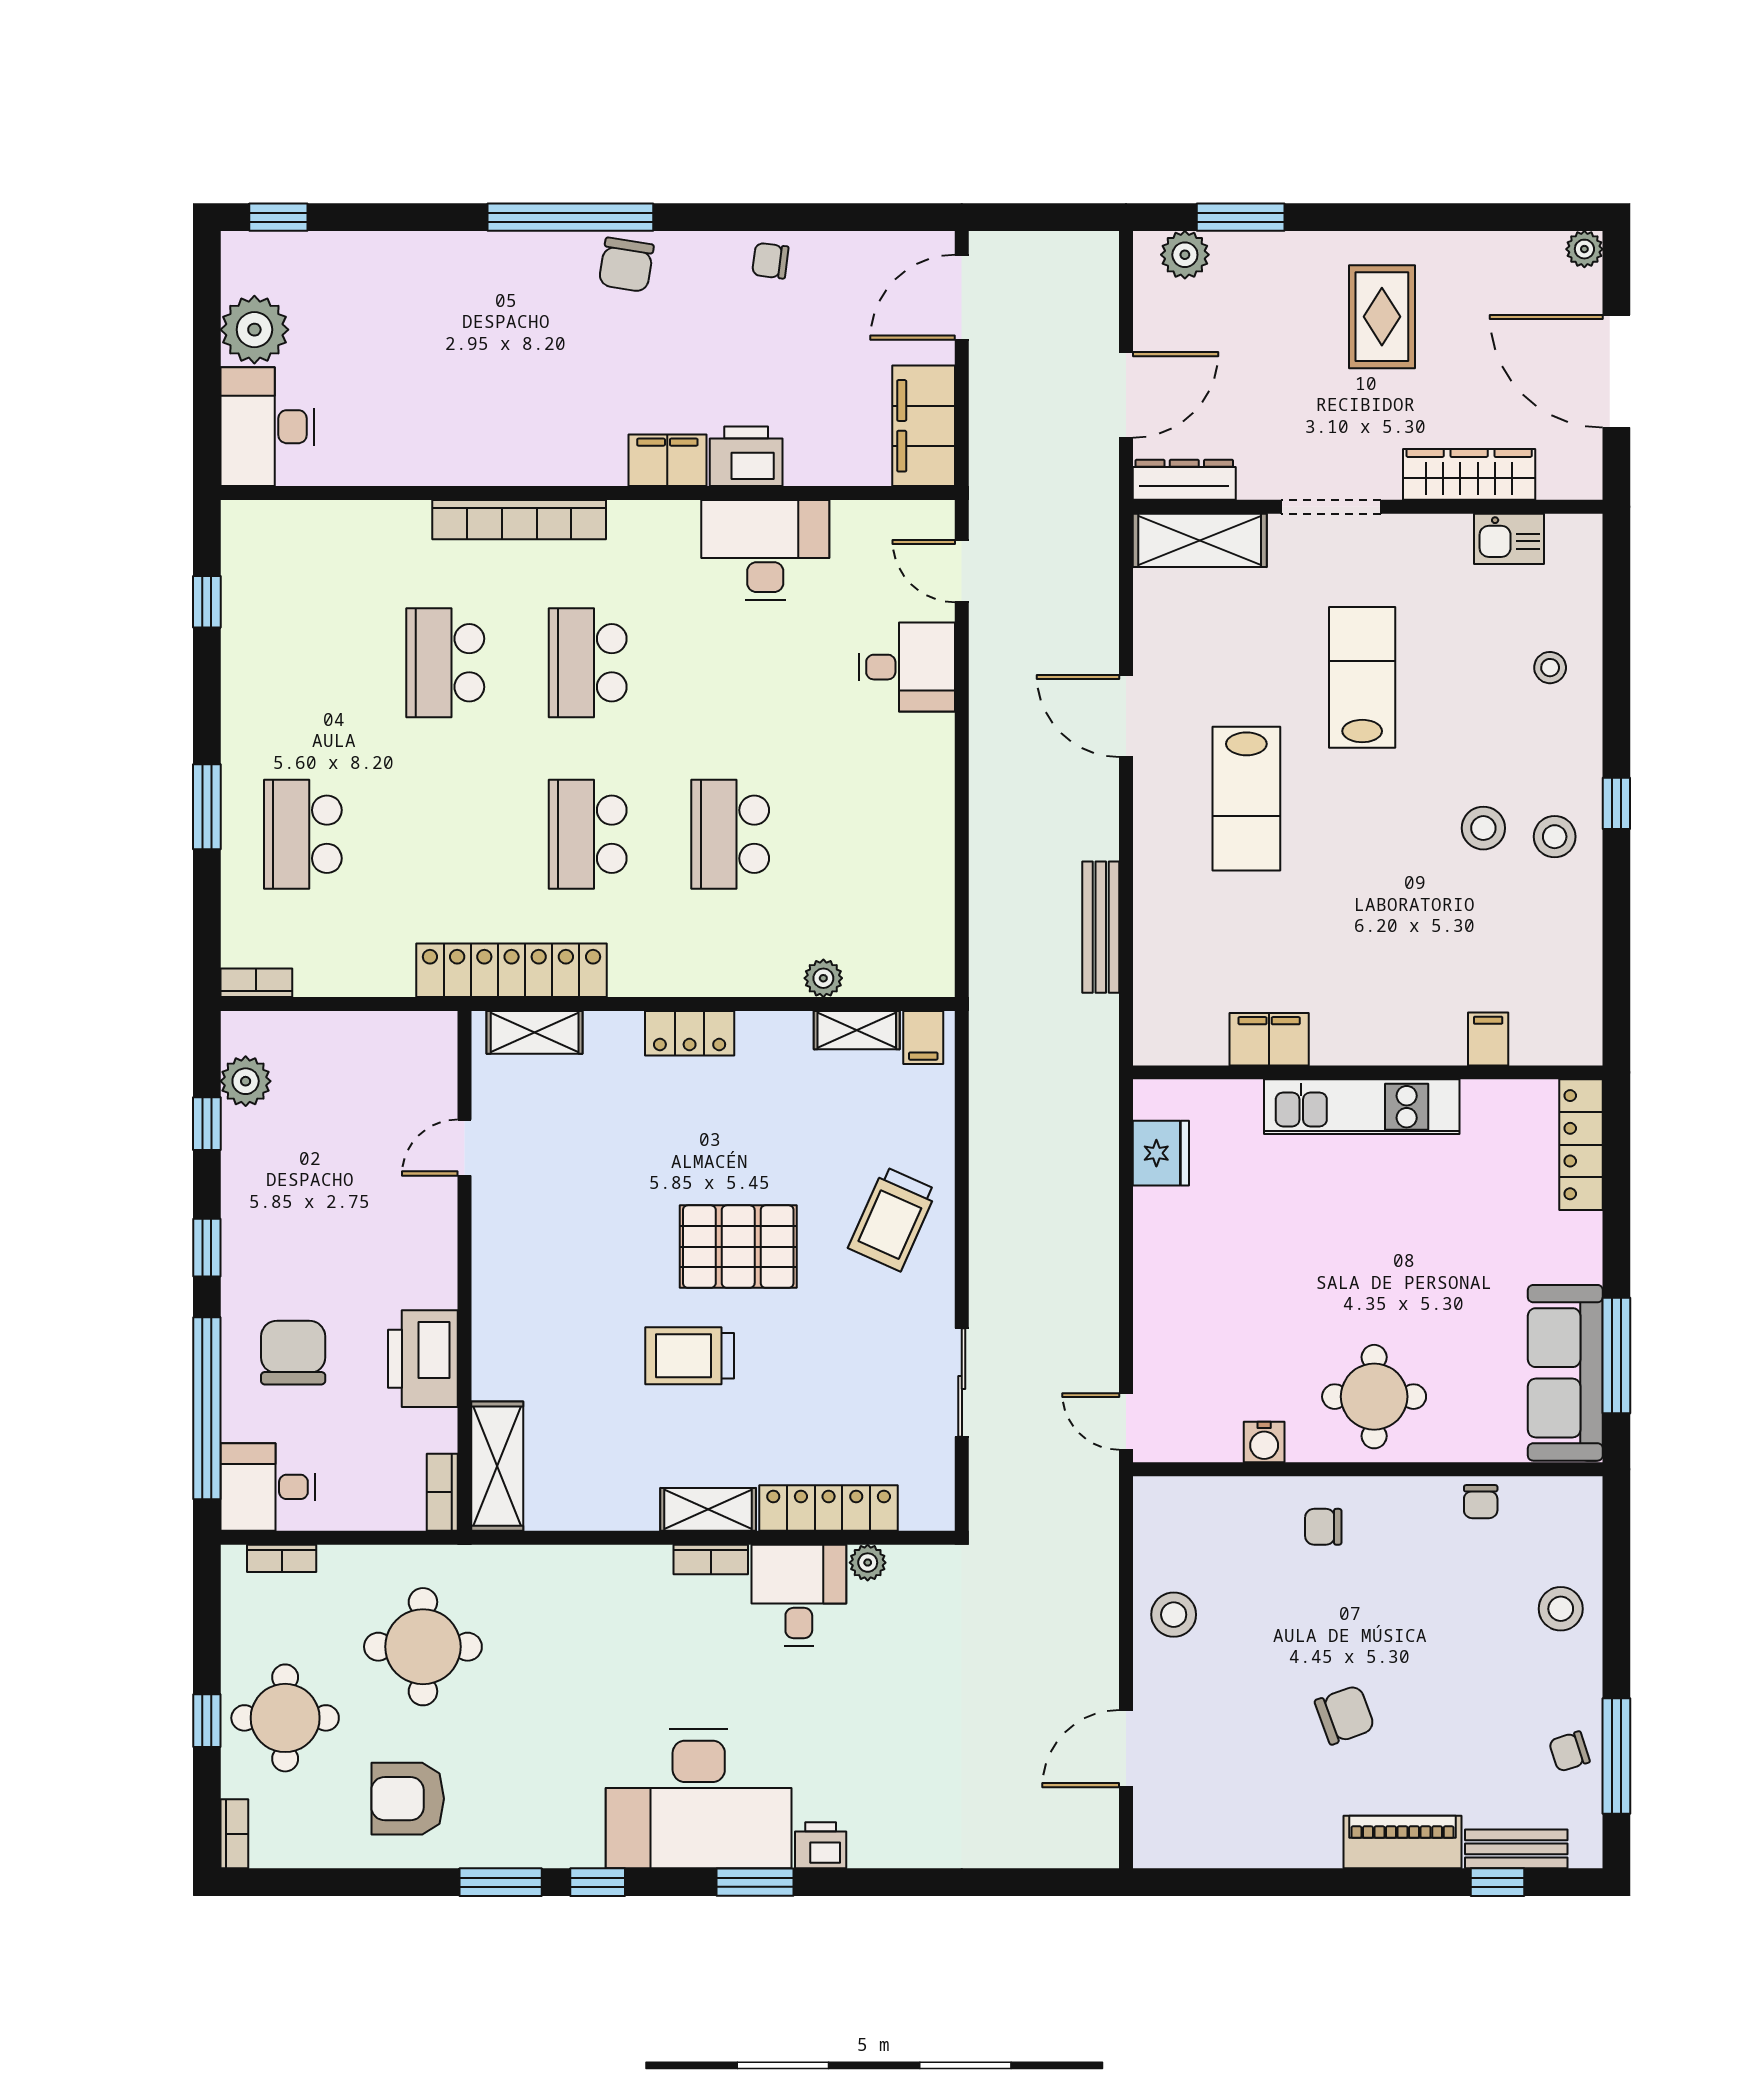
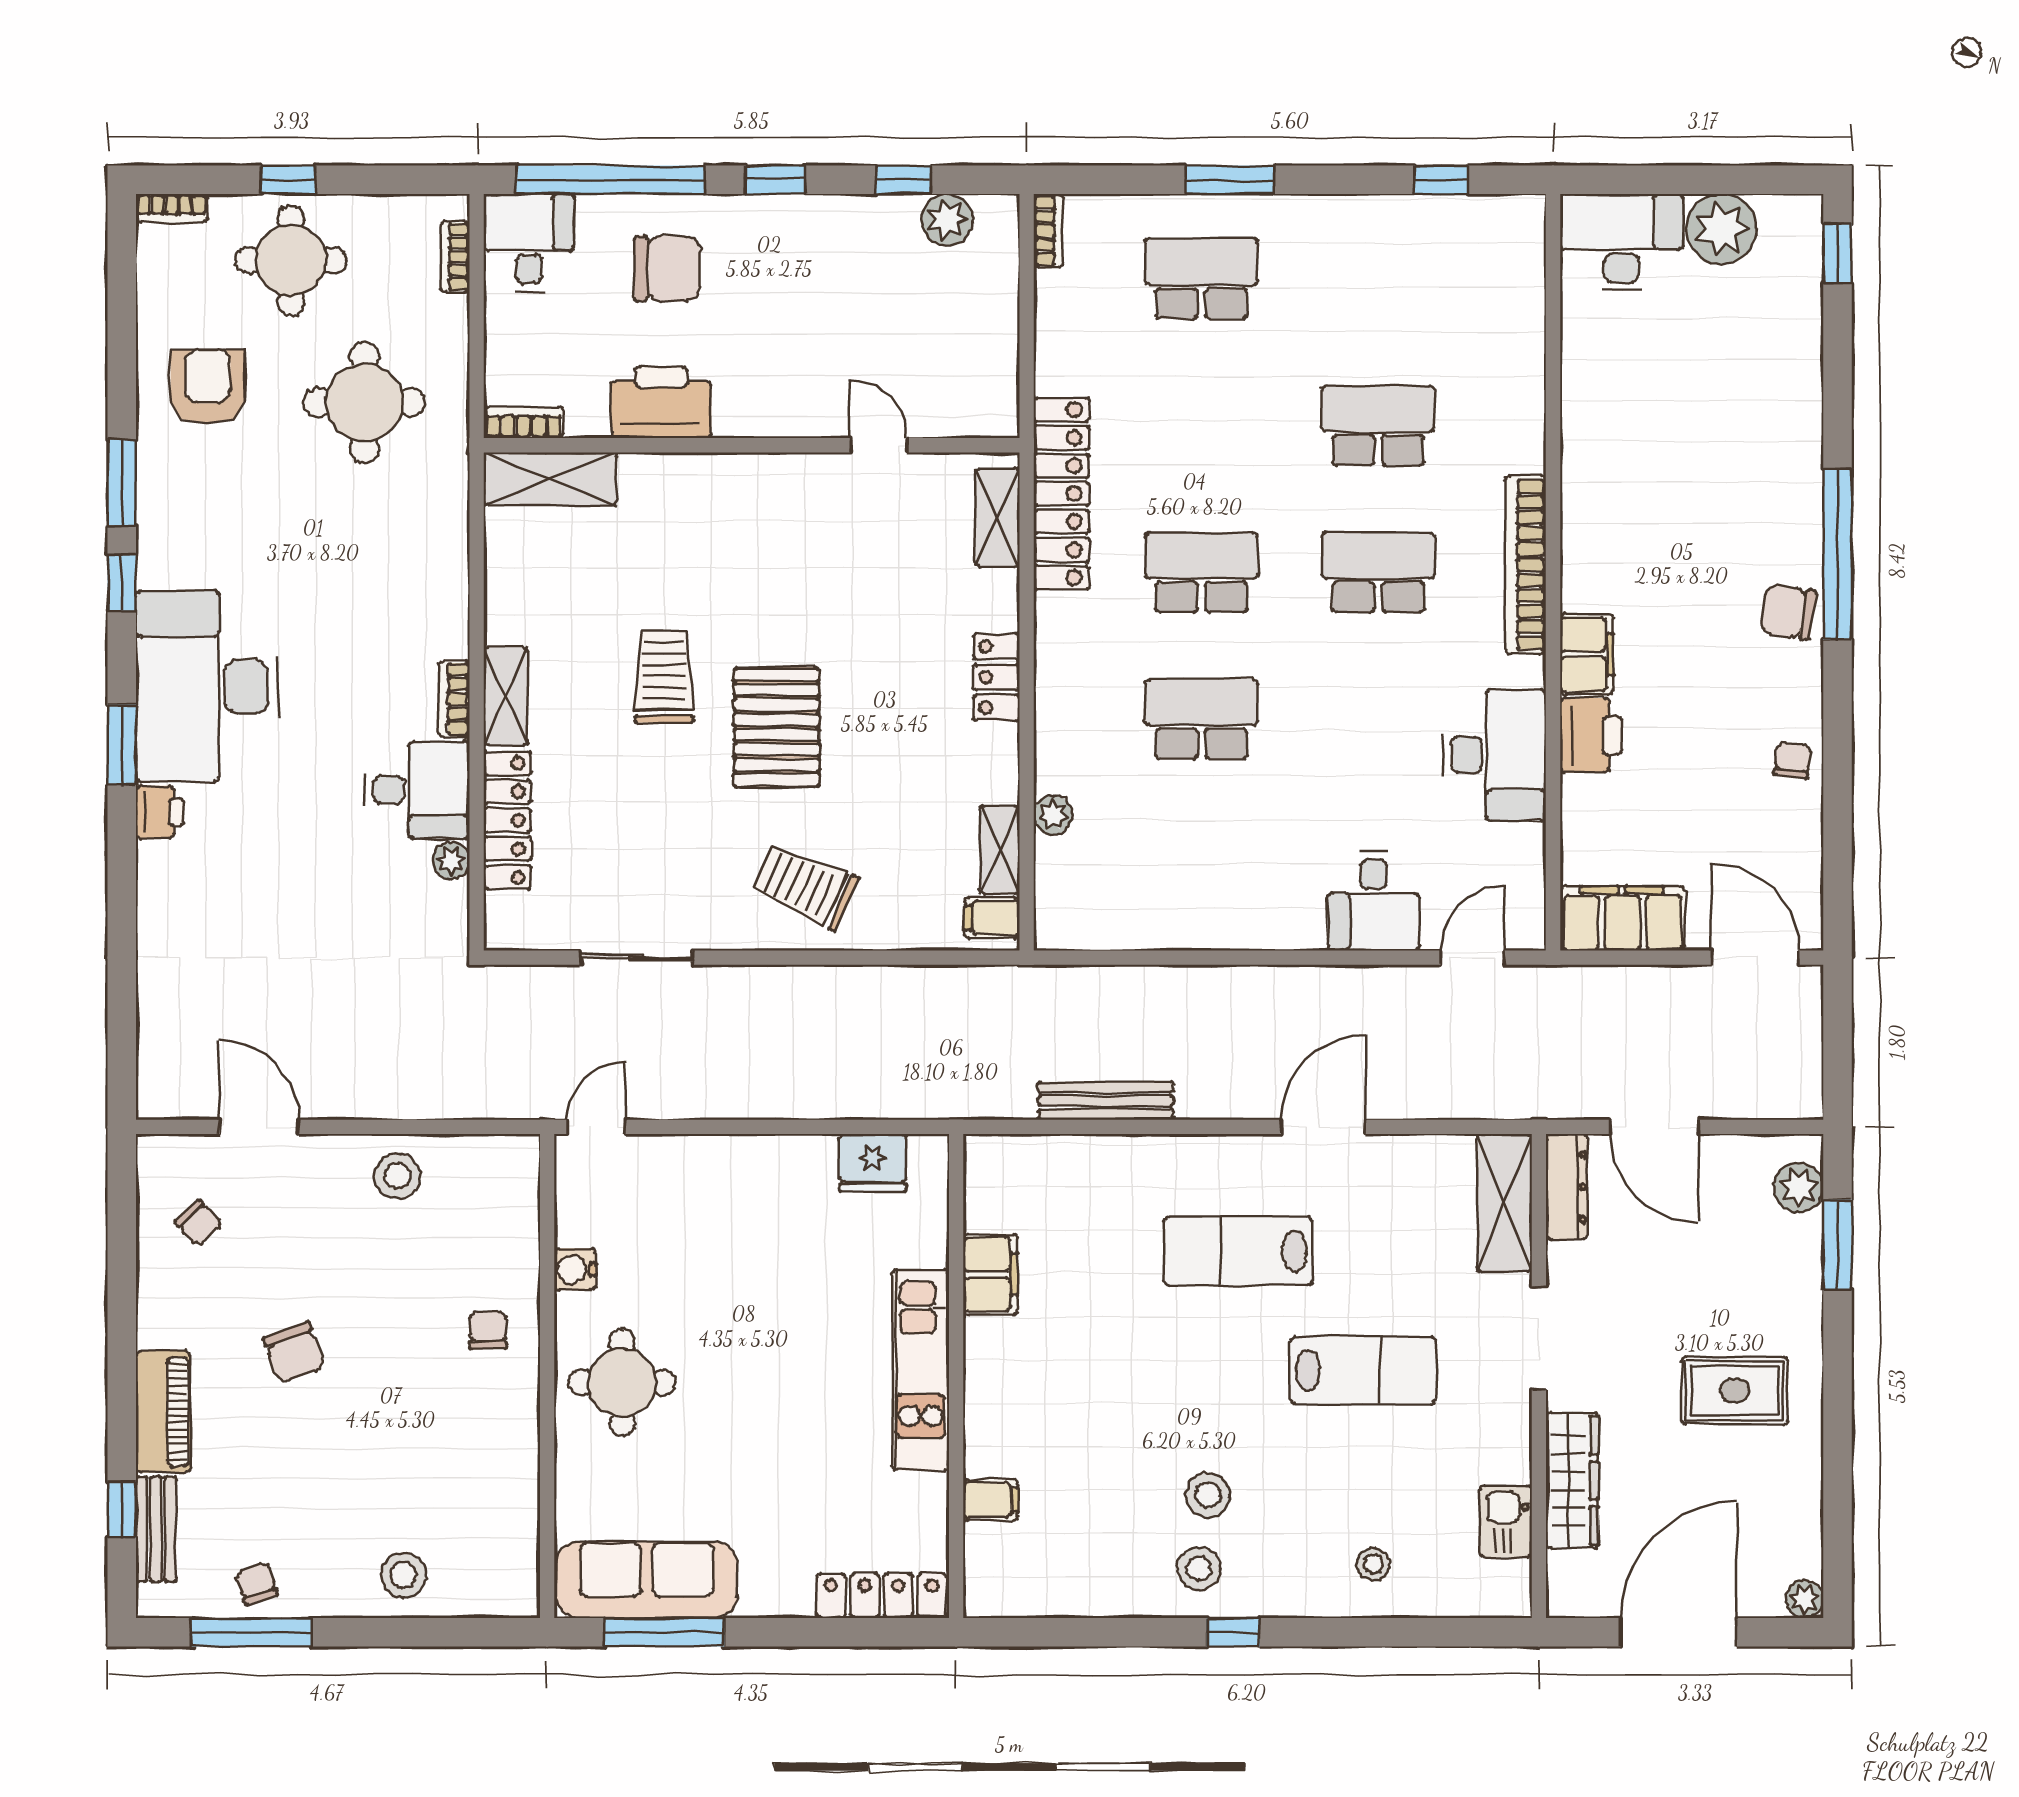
bookcase: (519, 520) -> (1526, 565), moved
chair: (1481, 1502) -> (198, 1223), moved, turned -133

